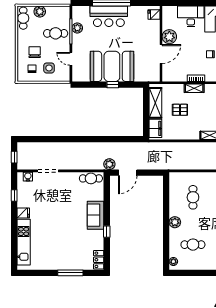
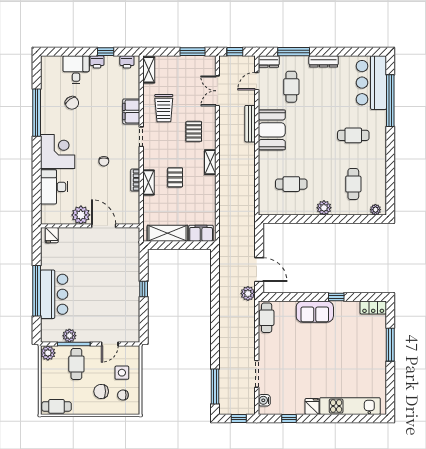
plant: (40, 12) -> (48, 353), moved
booth: (112, 66) -> (120, 290), removed
pallet: (180, 110) -> (175, 177), moved
window: (38, 139) -> (215, 387), added

